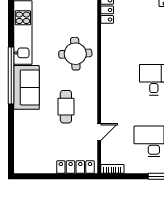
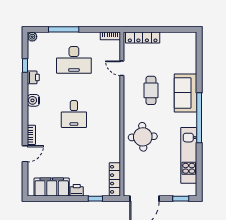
sofa: (27, 87) -> (185, 93), moved
door: (99, 132) -> (122, 68), hinge flipped

